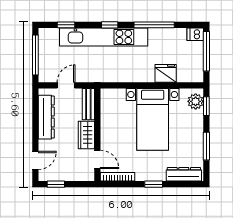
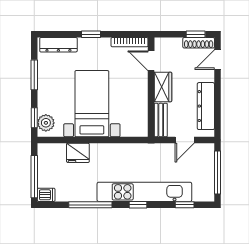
shoe rack: (53, 176) -> (199, 43), added

